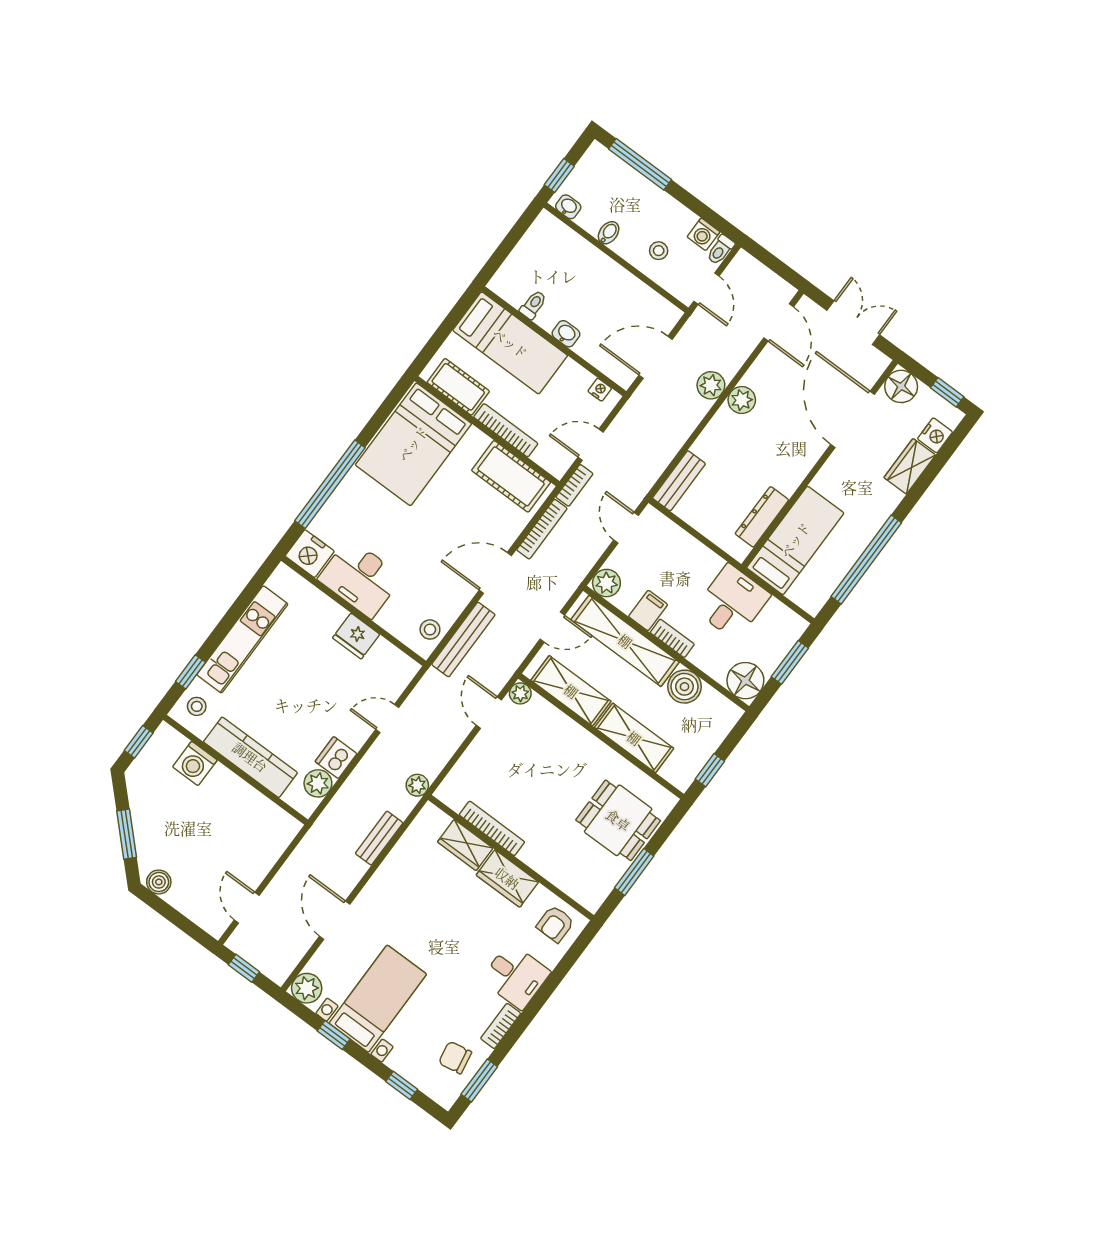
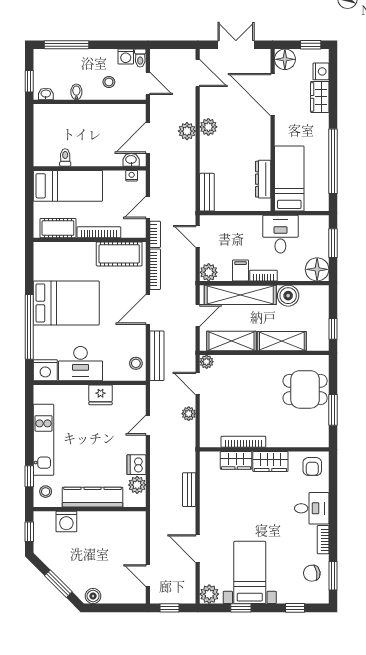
washbasin: (566, 334) -> (131, 160), moved
bed: (413, 444) -> (66, 303), moved, turned -90
plant: (417, 785) -> (189, 414), moved

